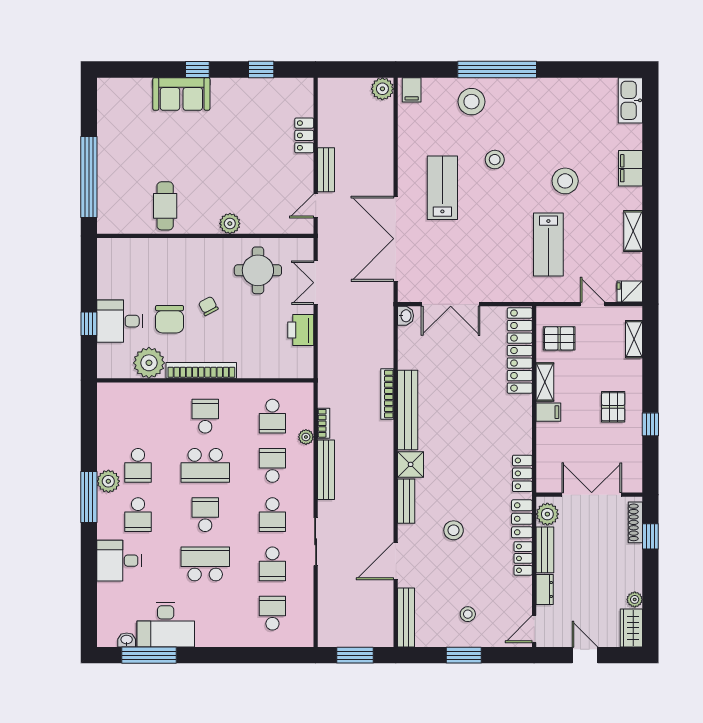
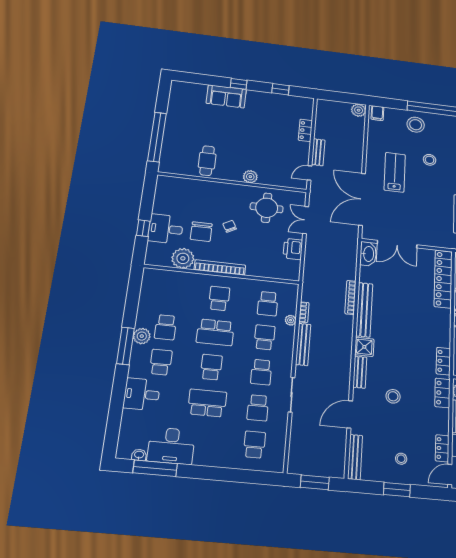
washbasin: (406, 316) -> (368, 254), width x1.91, depth x1.45
school desk: (138, 515) -> (161, 362), turned 180
locker: (523, 558) -> (442, 448), moved

